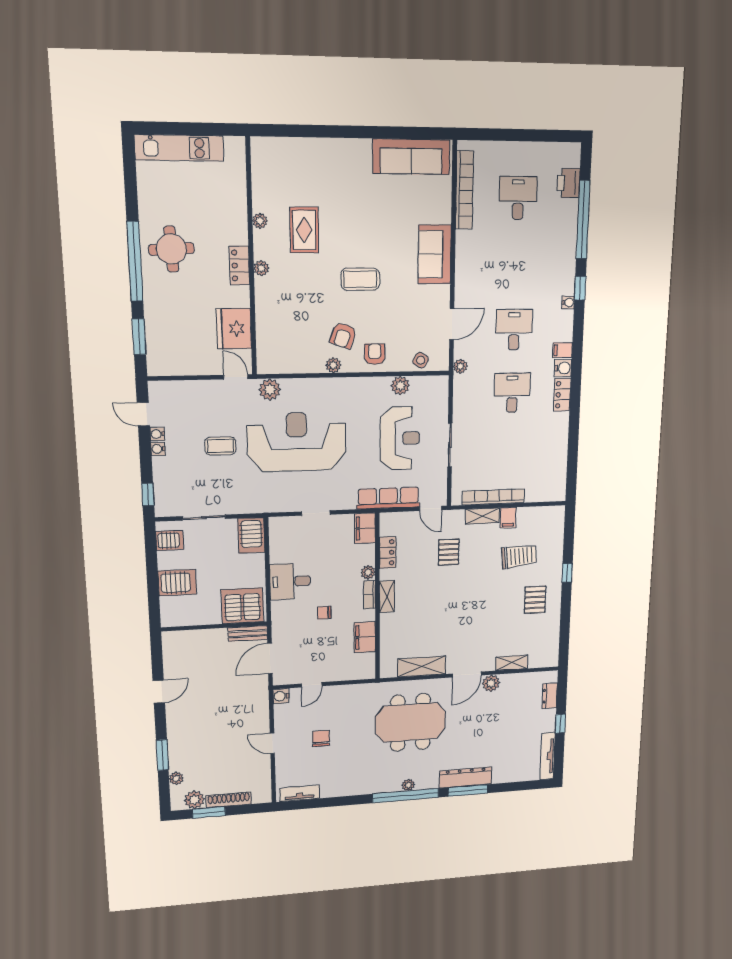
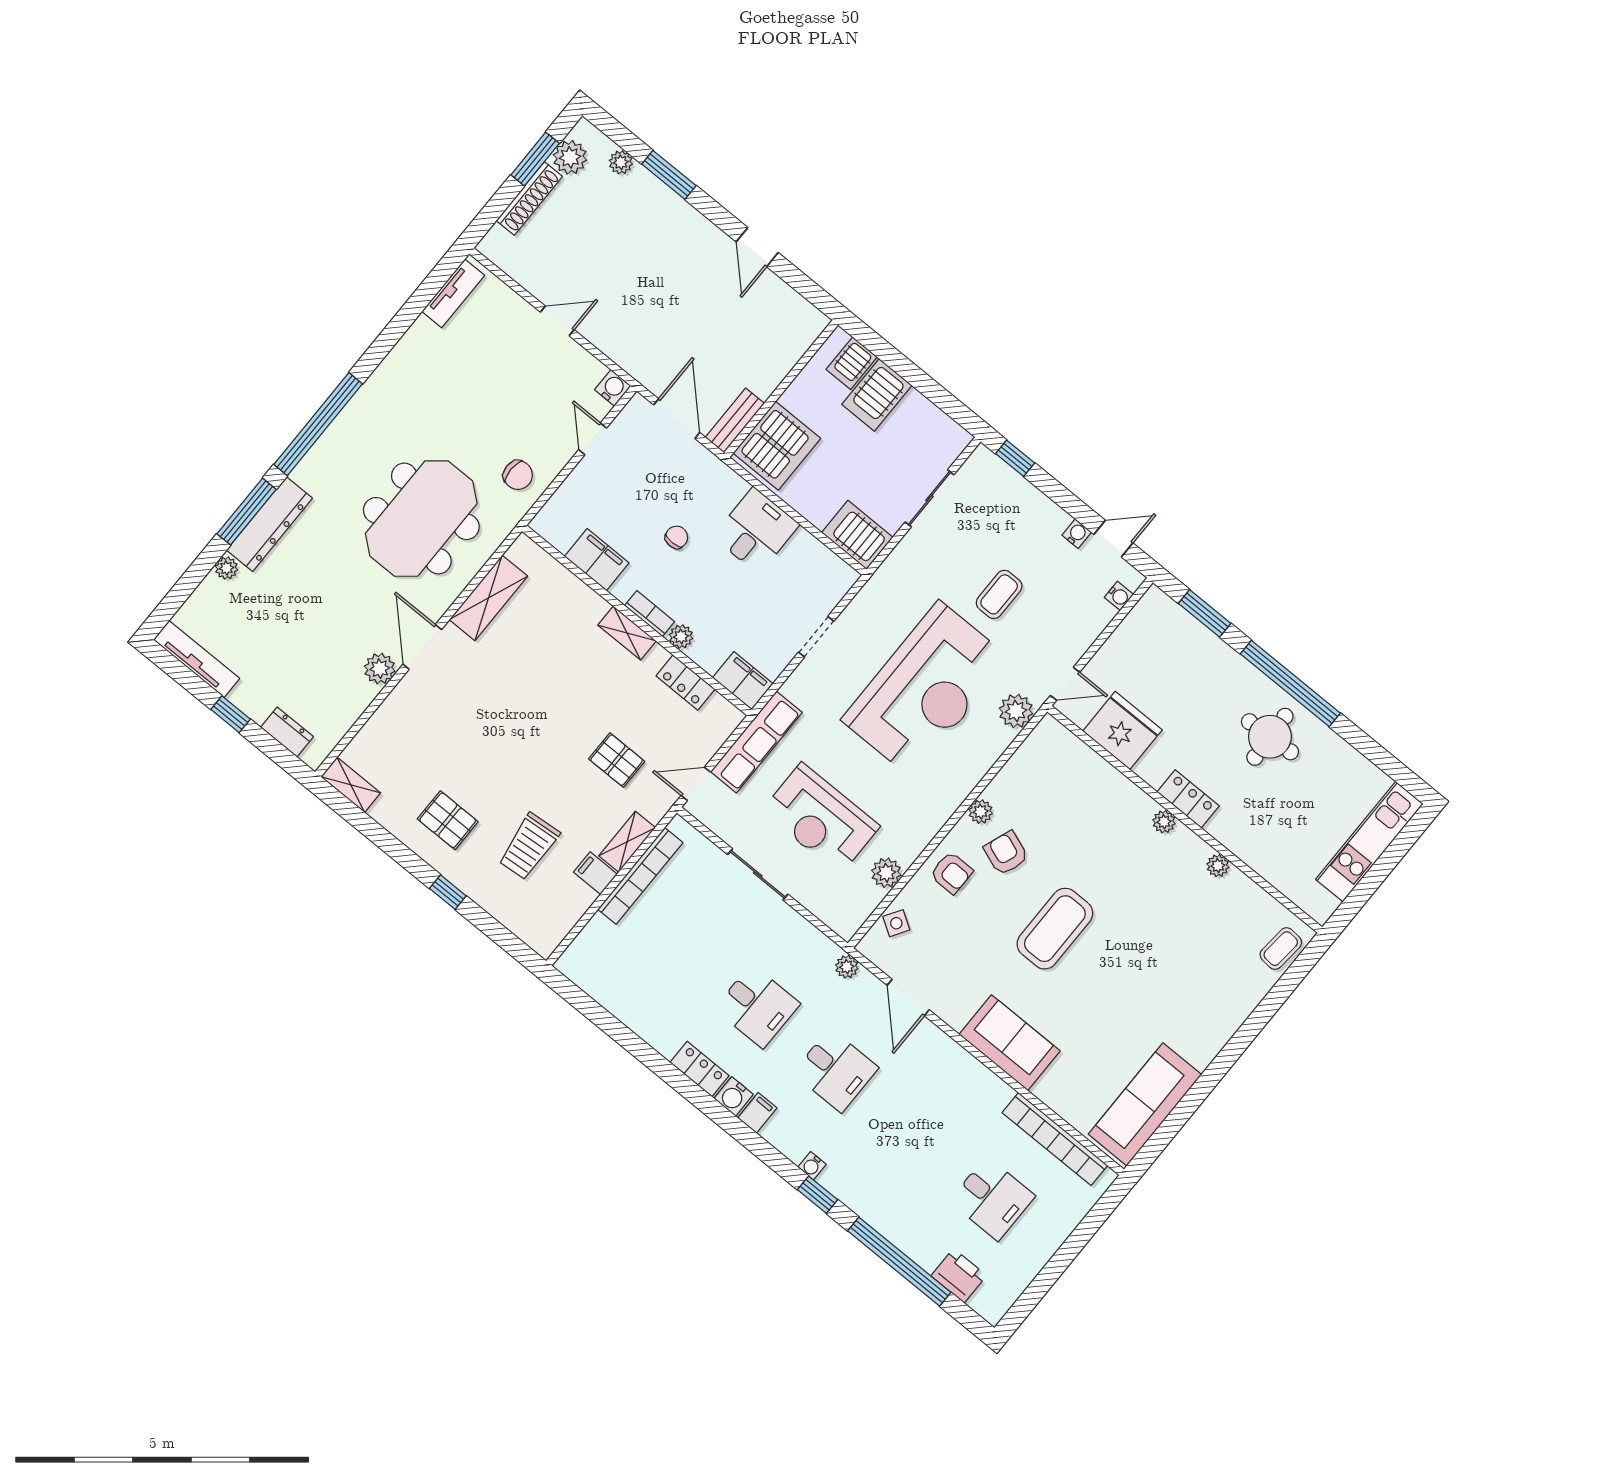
coffee table: (274, 150) -> (1281, 949), added
rug: (304, 230) -> (1166, 909), removed
coffee table: (360, 279) -> (1055, 929), width x1.36, depth x1.32
water cooler: (158, 449) -> (1119, 596), moved, turned 90
server rack: (170, 540) -> (852, 363), moved
shelving: (512, 663) -> (351, 785), moved, turned 90
chair: (321, 738) -> (518, 475), moved
plant: (408, 785) -> (226, 568), moved

